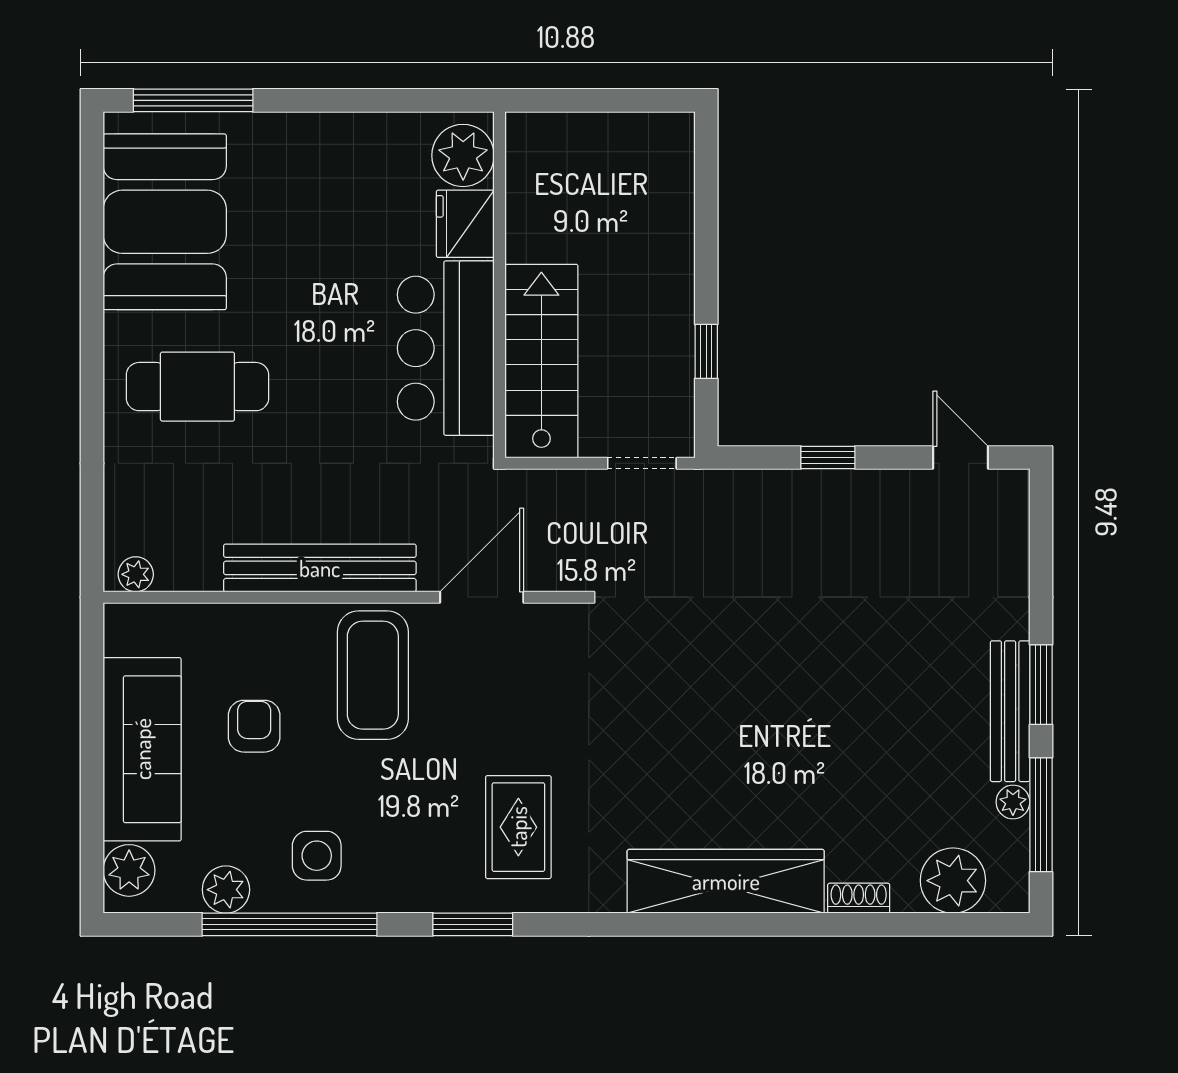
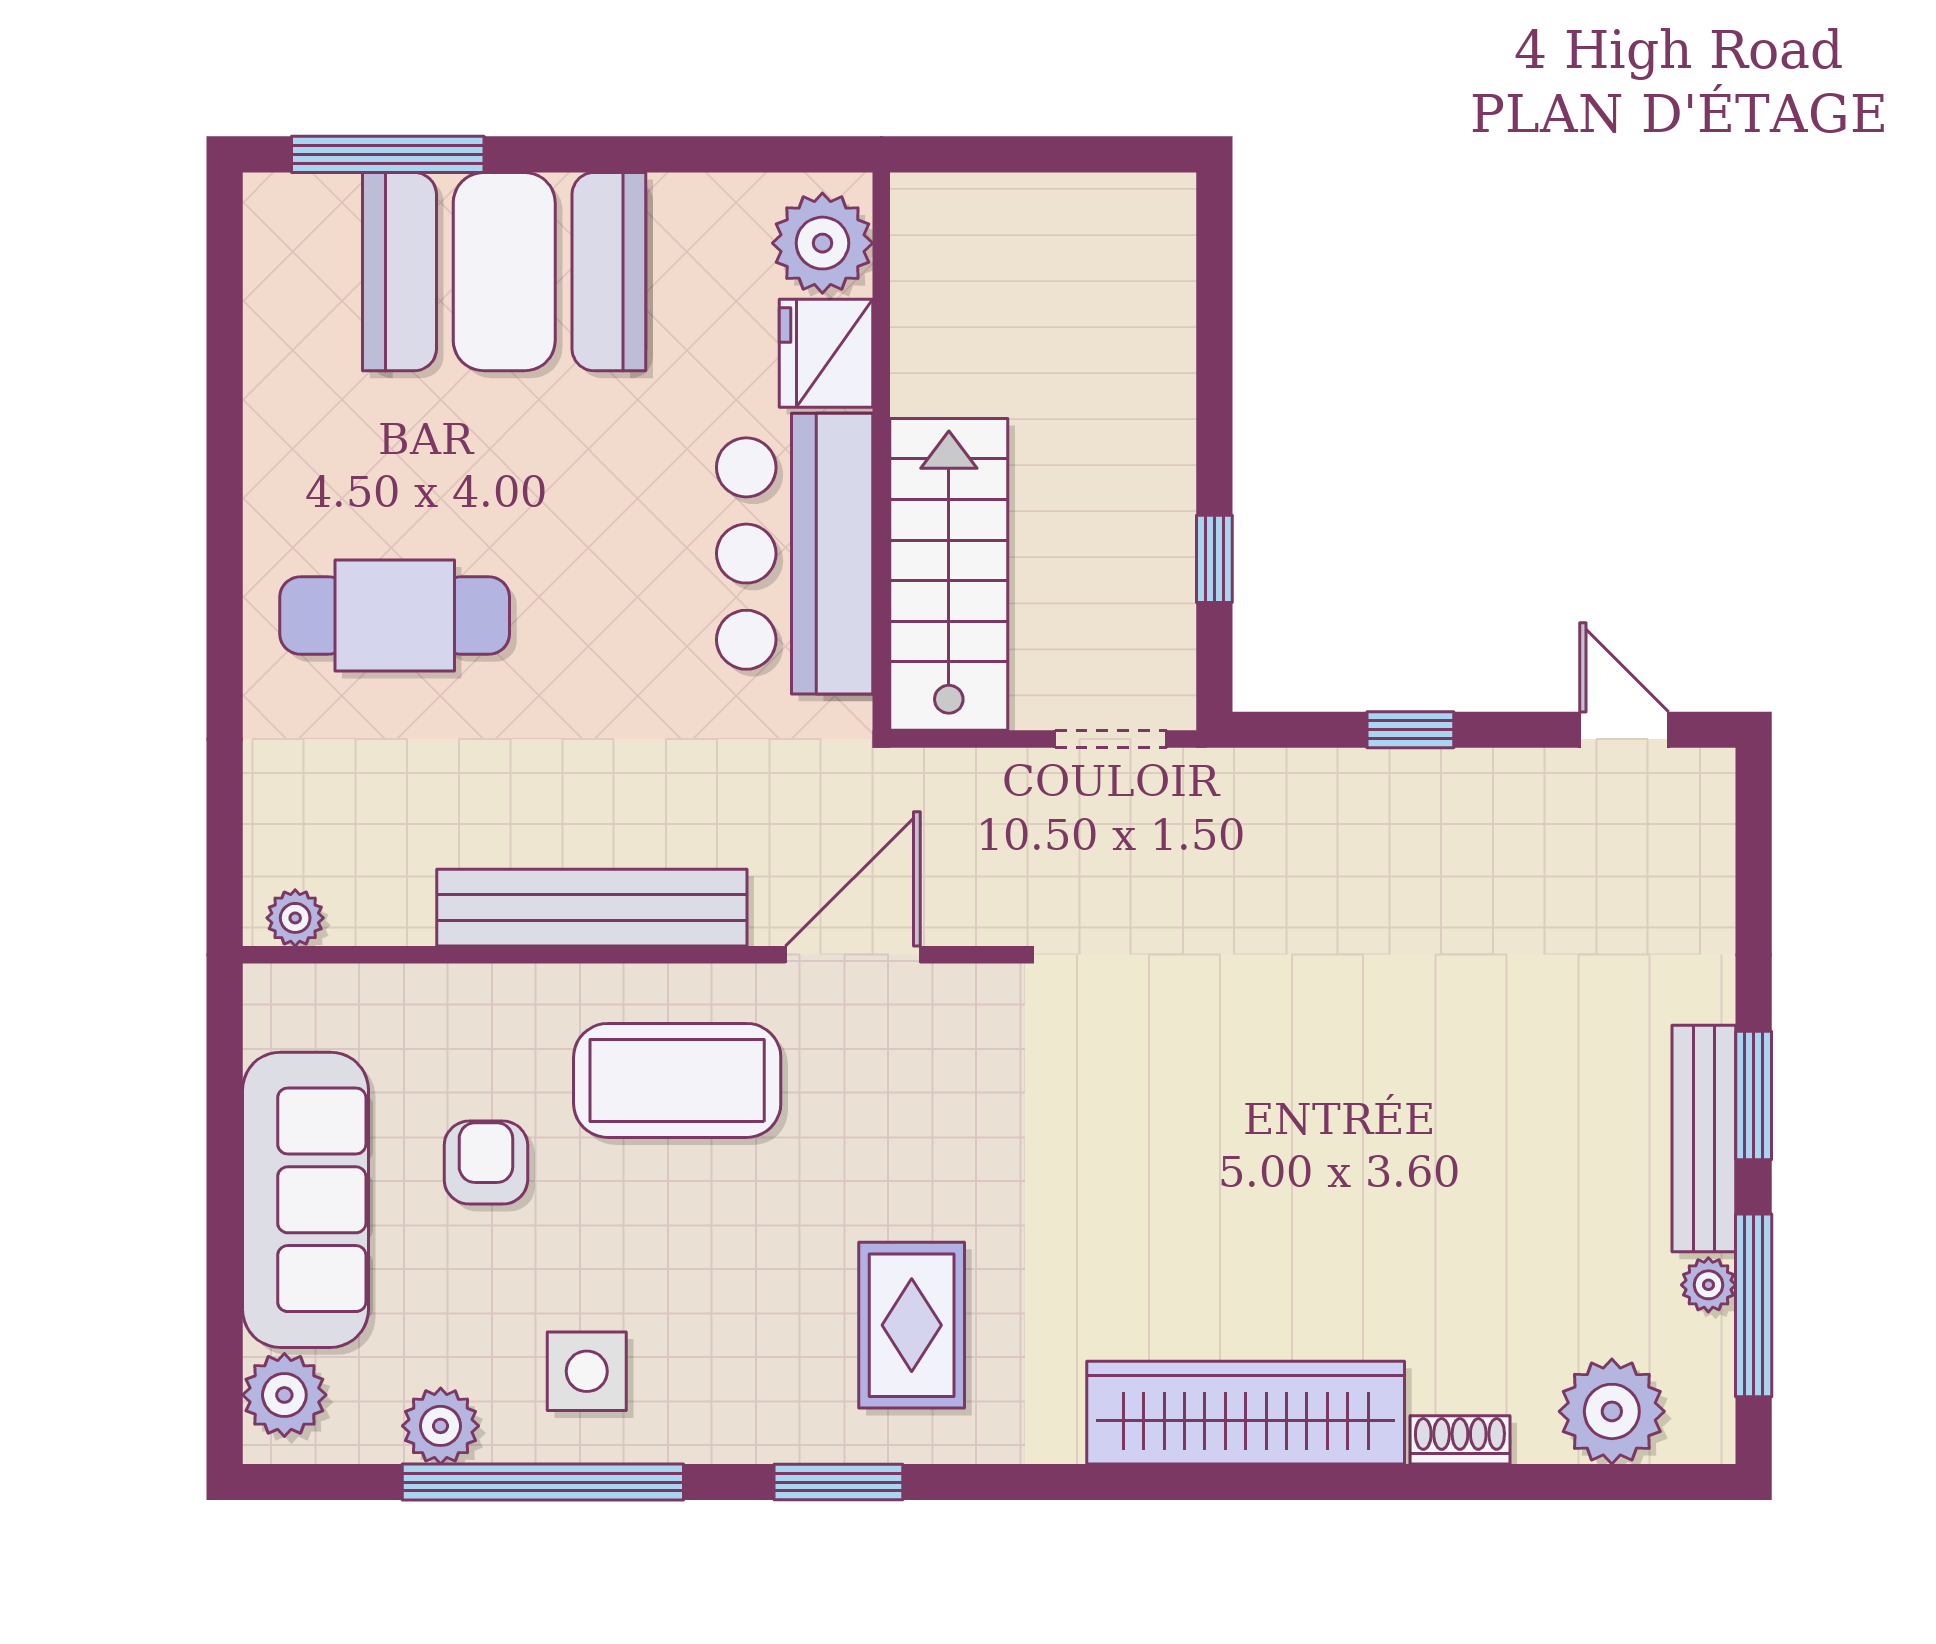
booth: (165, 222) -> (504, 272), moved, turned 90
coffee table: (373, 675) -> (677, 1080), turned 90

